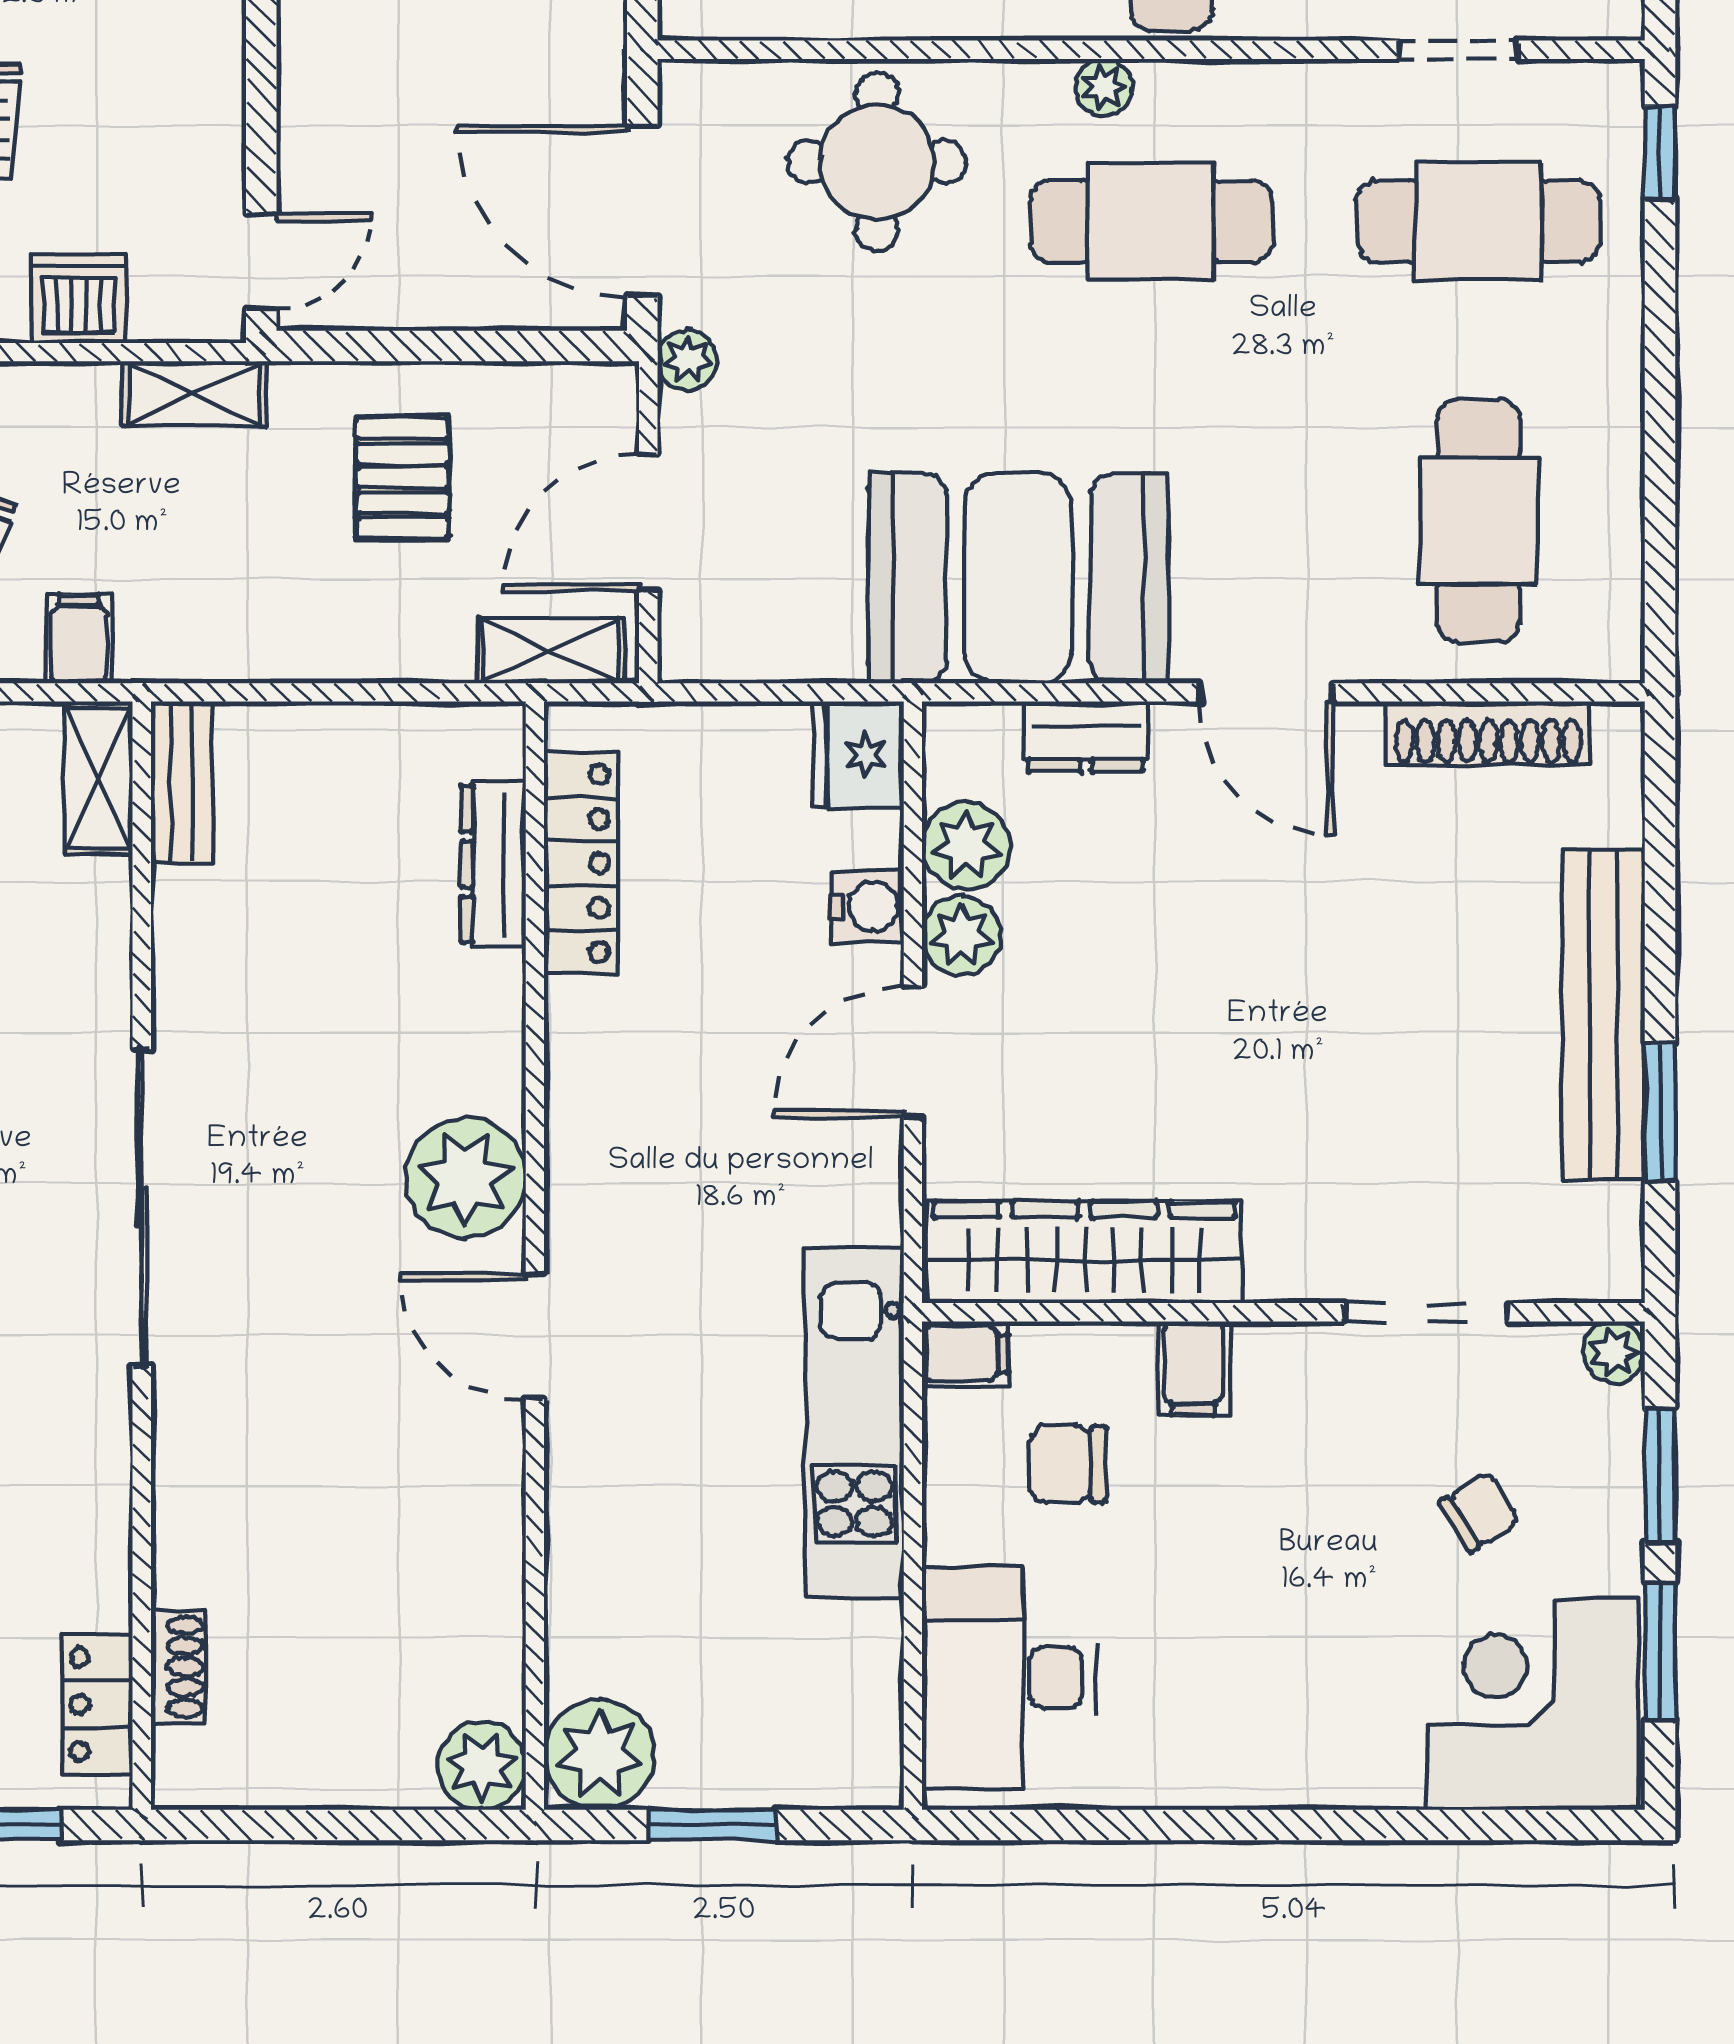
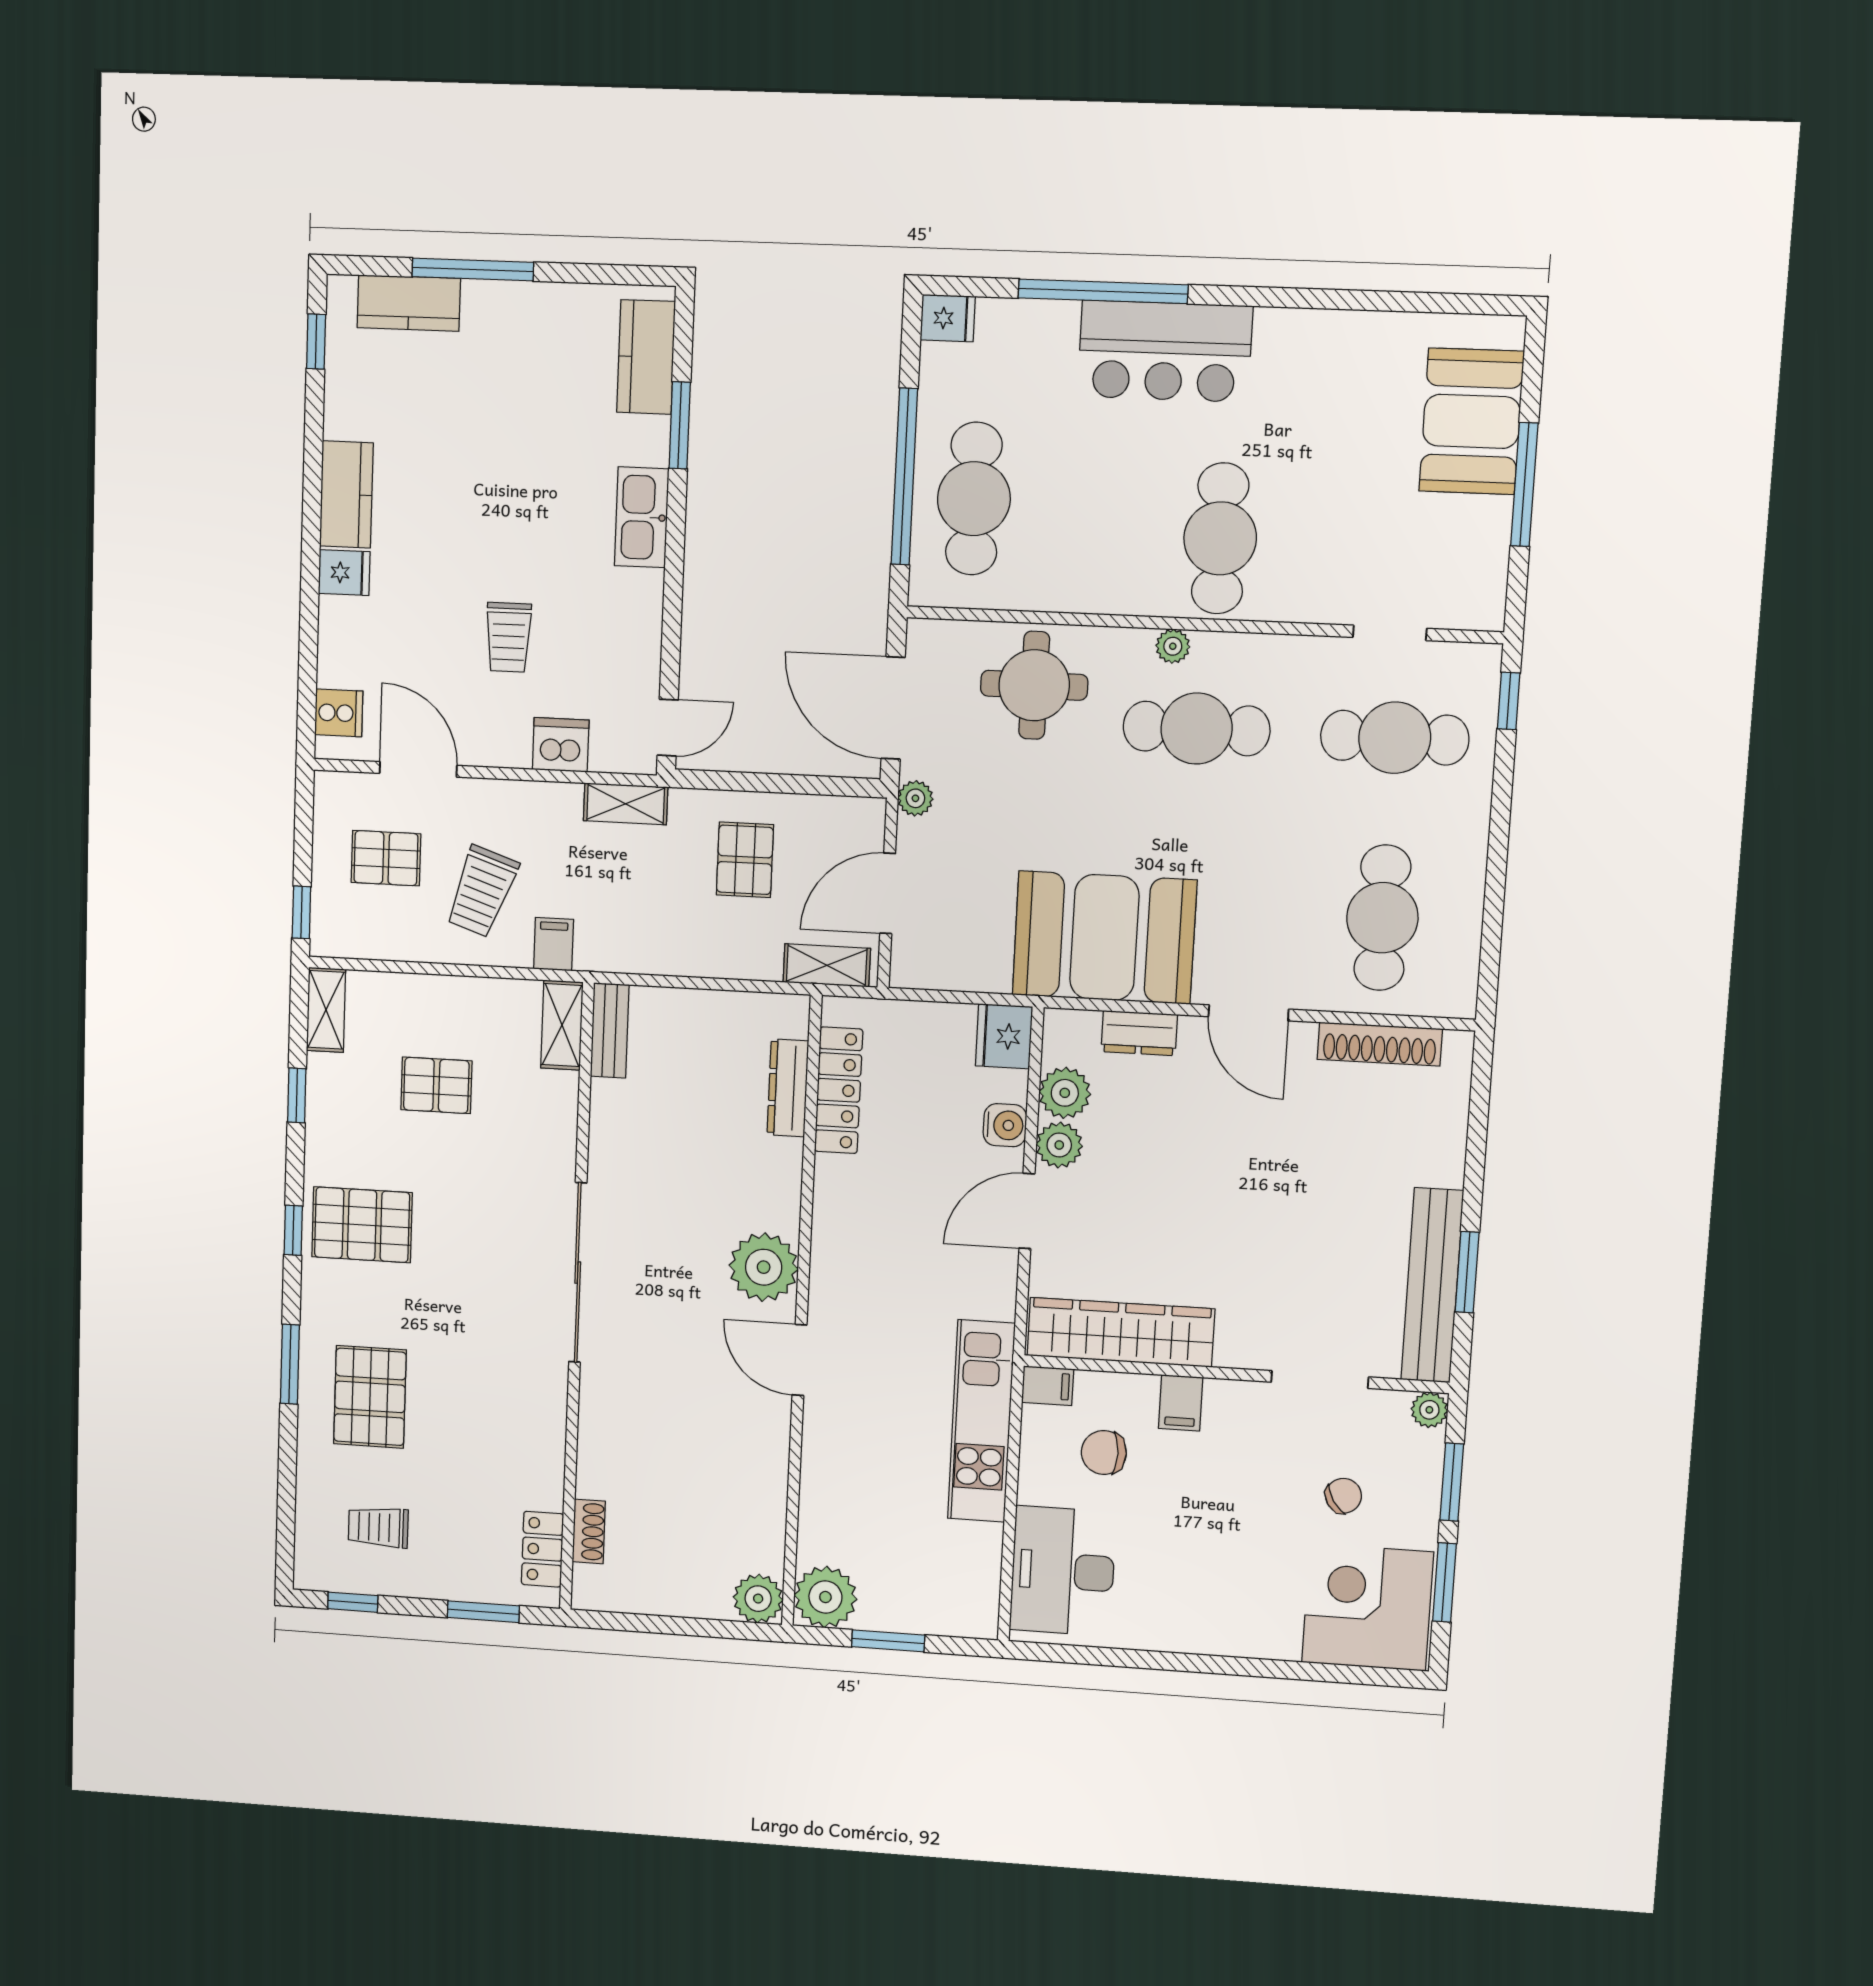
bench: (1604, 1014) -> (1432, 1285), moved

